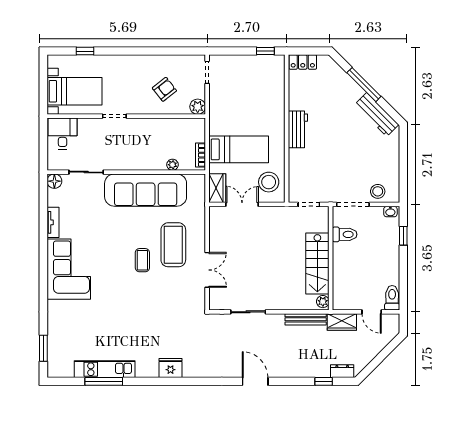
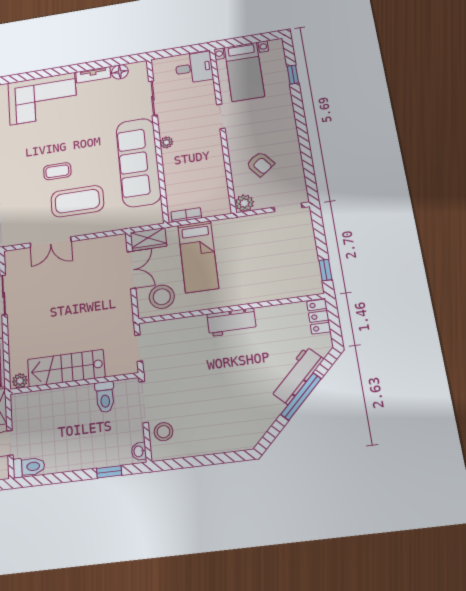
workbench: (377, 115) -> (297, 375), moved
plant: (173, 165) -> (166, 142), moved
floor lamp: (54, 181) -> (120, 72), moved

